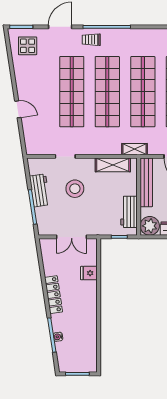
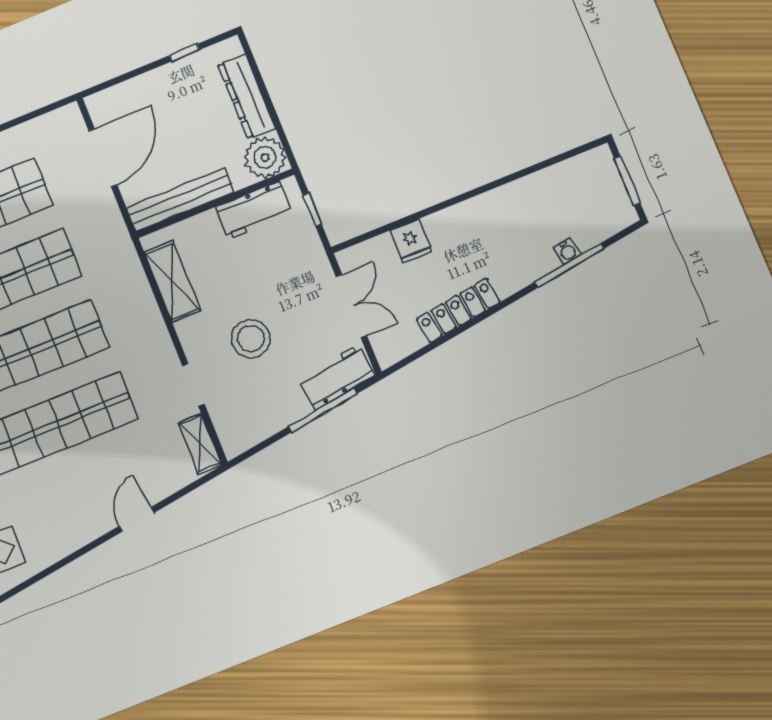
shelving: (134, 149) -> (200, 444), moved
workbench: (40, 190) -> (336, 377), moved
locker: (54, 295) -> (458, 310), moved

